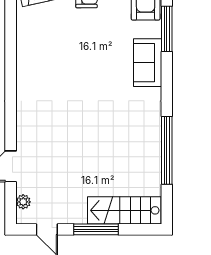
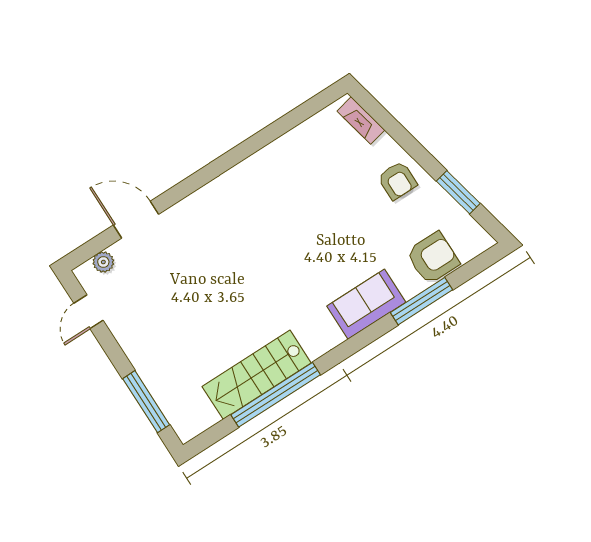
stairs: (124, 210) -> (257, 375), moved, turned -90
window: (96, 229) -> (146, 402), moved

